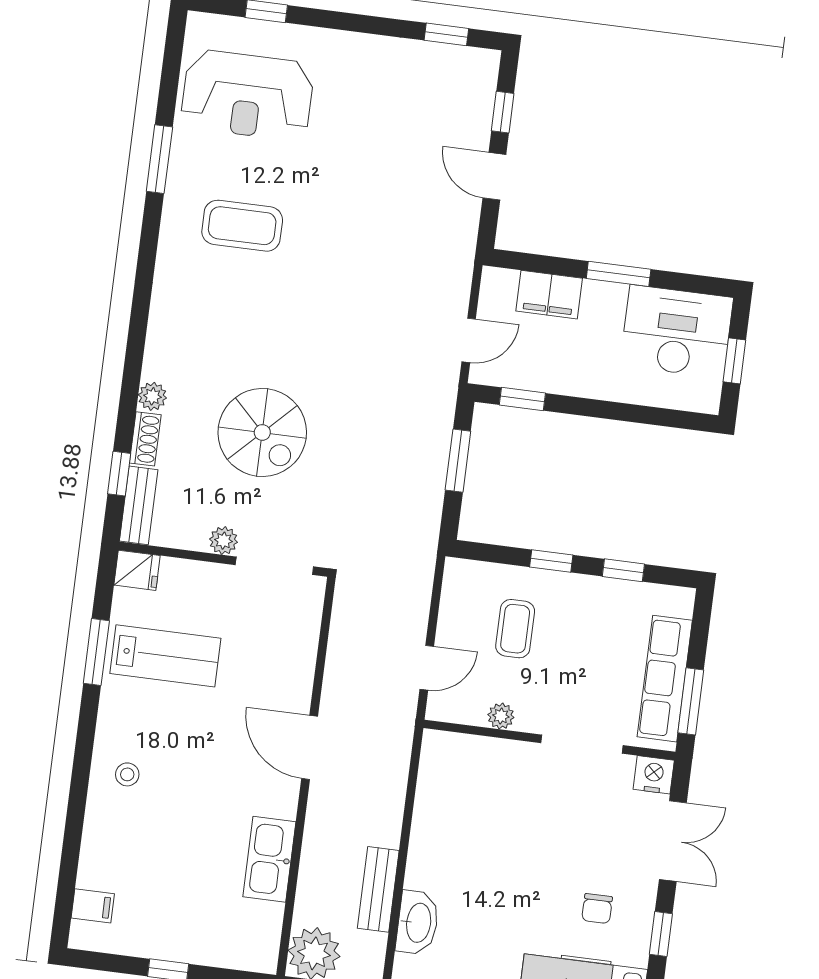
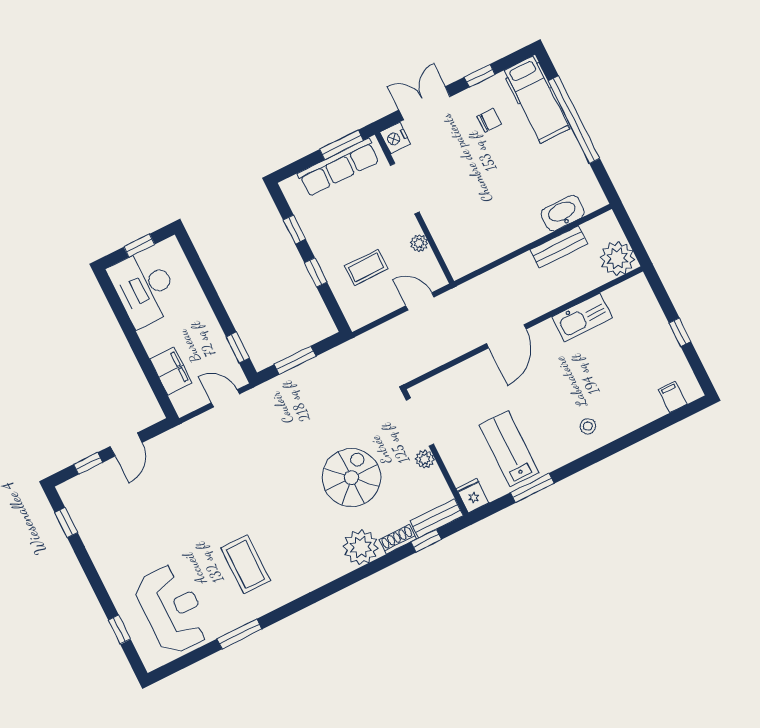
window: (619, 274) -> (134, 341), removed
plant: (152, 396) -> (361, 547), width x1.88, depth x1.88

